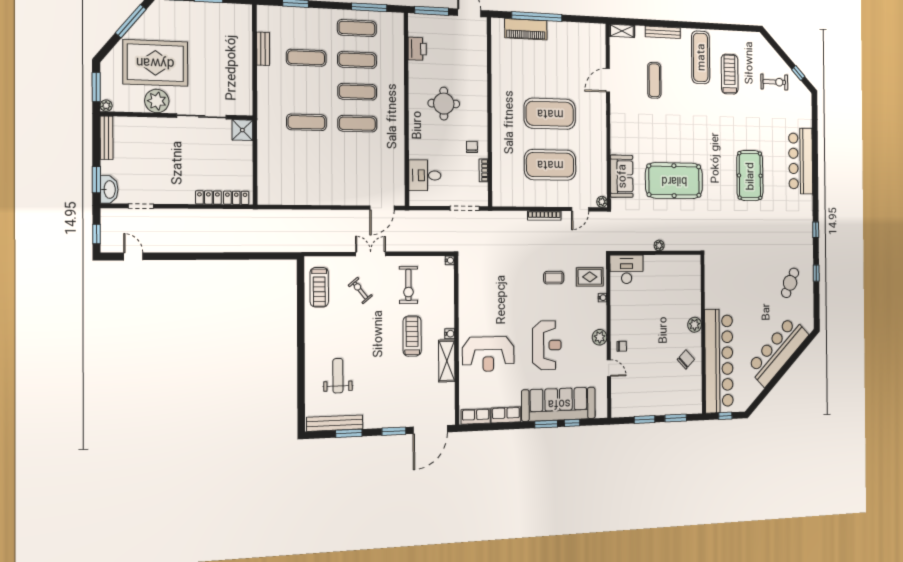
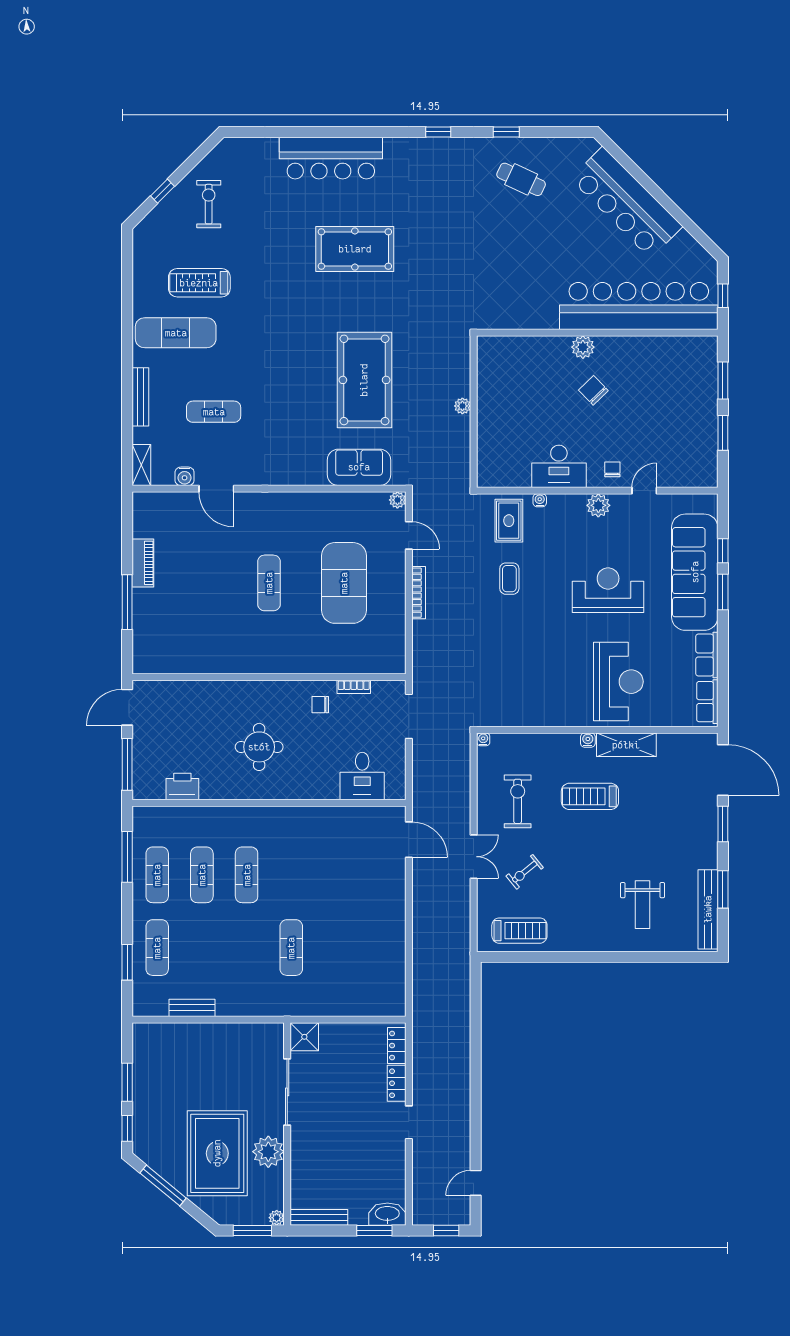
window: (537, 17) -> (127, 602), width x0.68
piano: (526, 29) -> (143, 563), moved, width x0.73, depth x0.75
exercise mat: (306, 58) -> (157, 948), moved
water cooler: (615, 59) -> (185, 476), added
window: (798, 73) -> (163, 191), moved
exercise mat: (550, 114) -> (269, 583), width x0.50, depth x0.69
exercise mat: (357, 124) -> (291, 875), removed
doorway: (141, 206) -> (409, 1122), moved
double door: (371, 254) -> (474, 857), swing flipped
desk: (627, 269) -> (559, 466), moved, turned -90
exercise bike: (408, 285) -> (518, 801), turned -90
chair: (686, 359) -> (593, 390), moved
weight bench: (338, 376) -> (643, 905), turned -90

